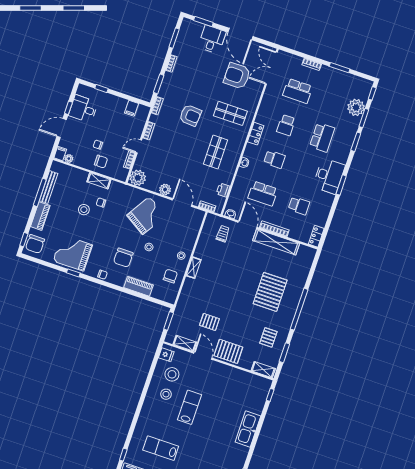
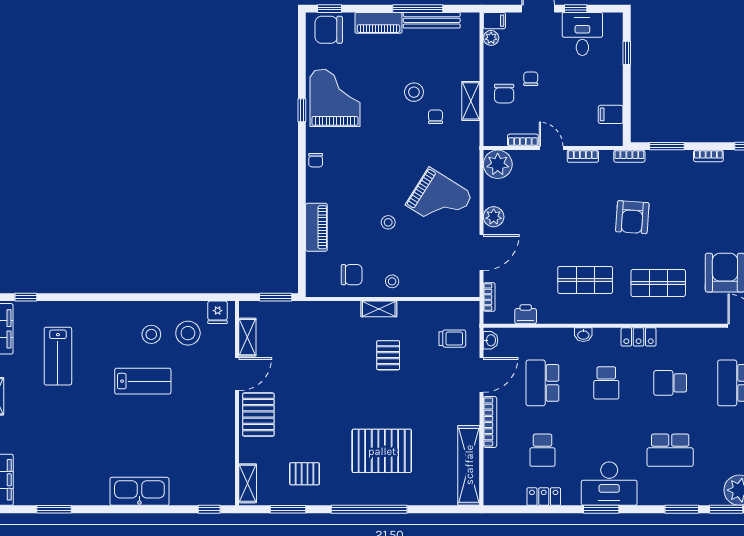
shop shelf: (230, 113) -> (658, 283), turned 90
locker: (316, 236) -> (544, 497), moved
shelving: (276, 242) -> (469, 465), moved
chair: (123, 258) -> (356, 185), removed
pallet: (209, 322) -> (388, 355), moved
lab bench: (161, 448) -> (58, 356), turned 180

